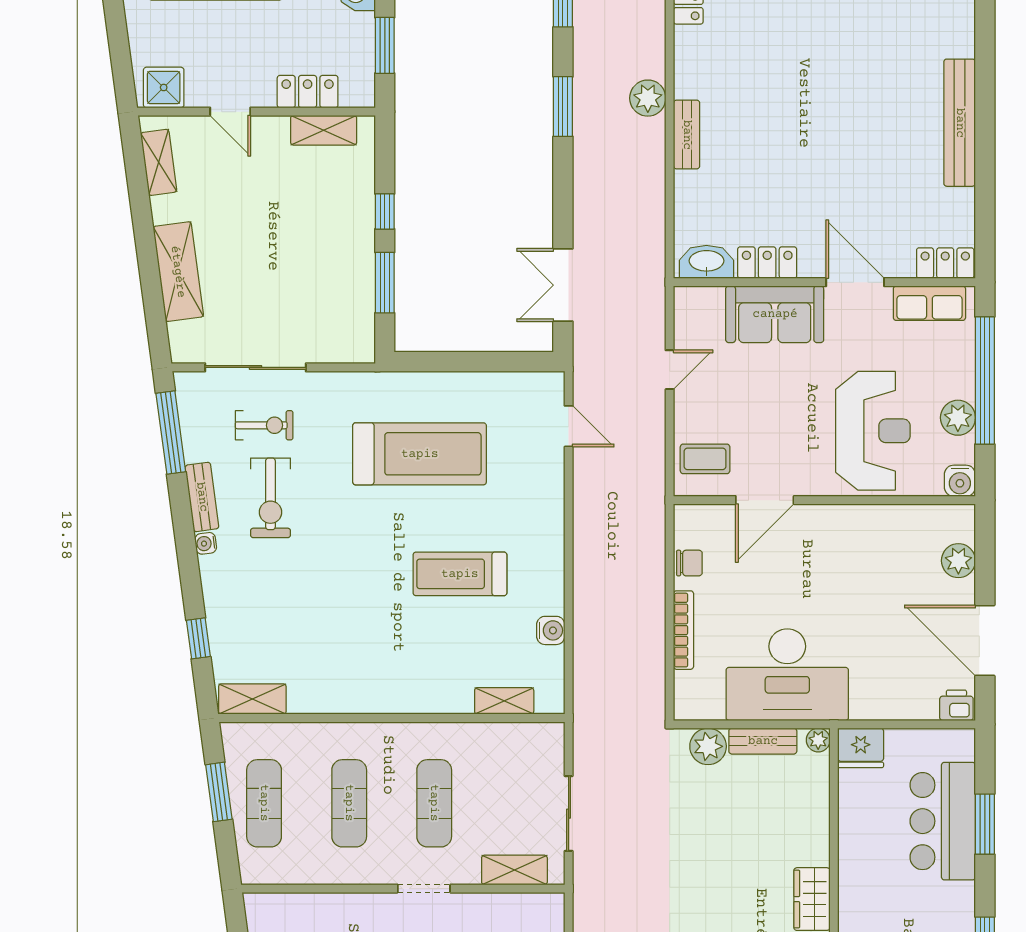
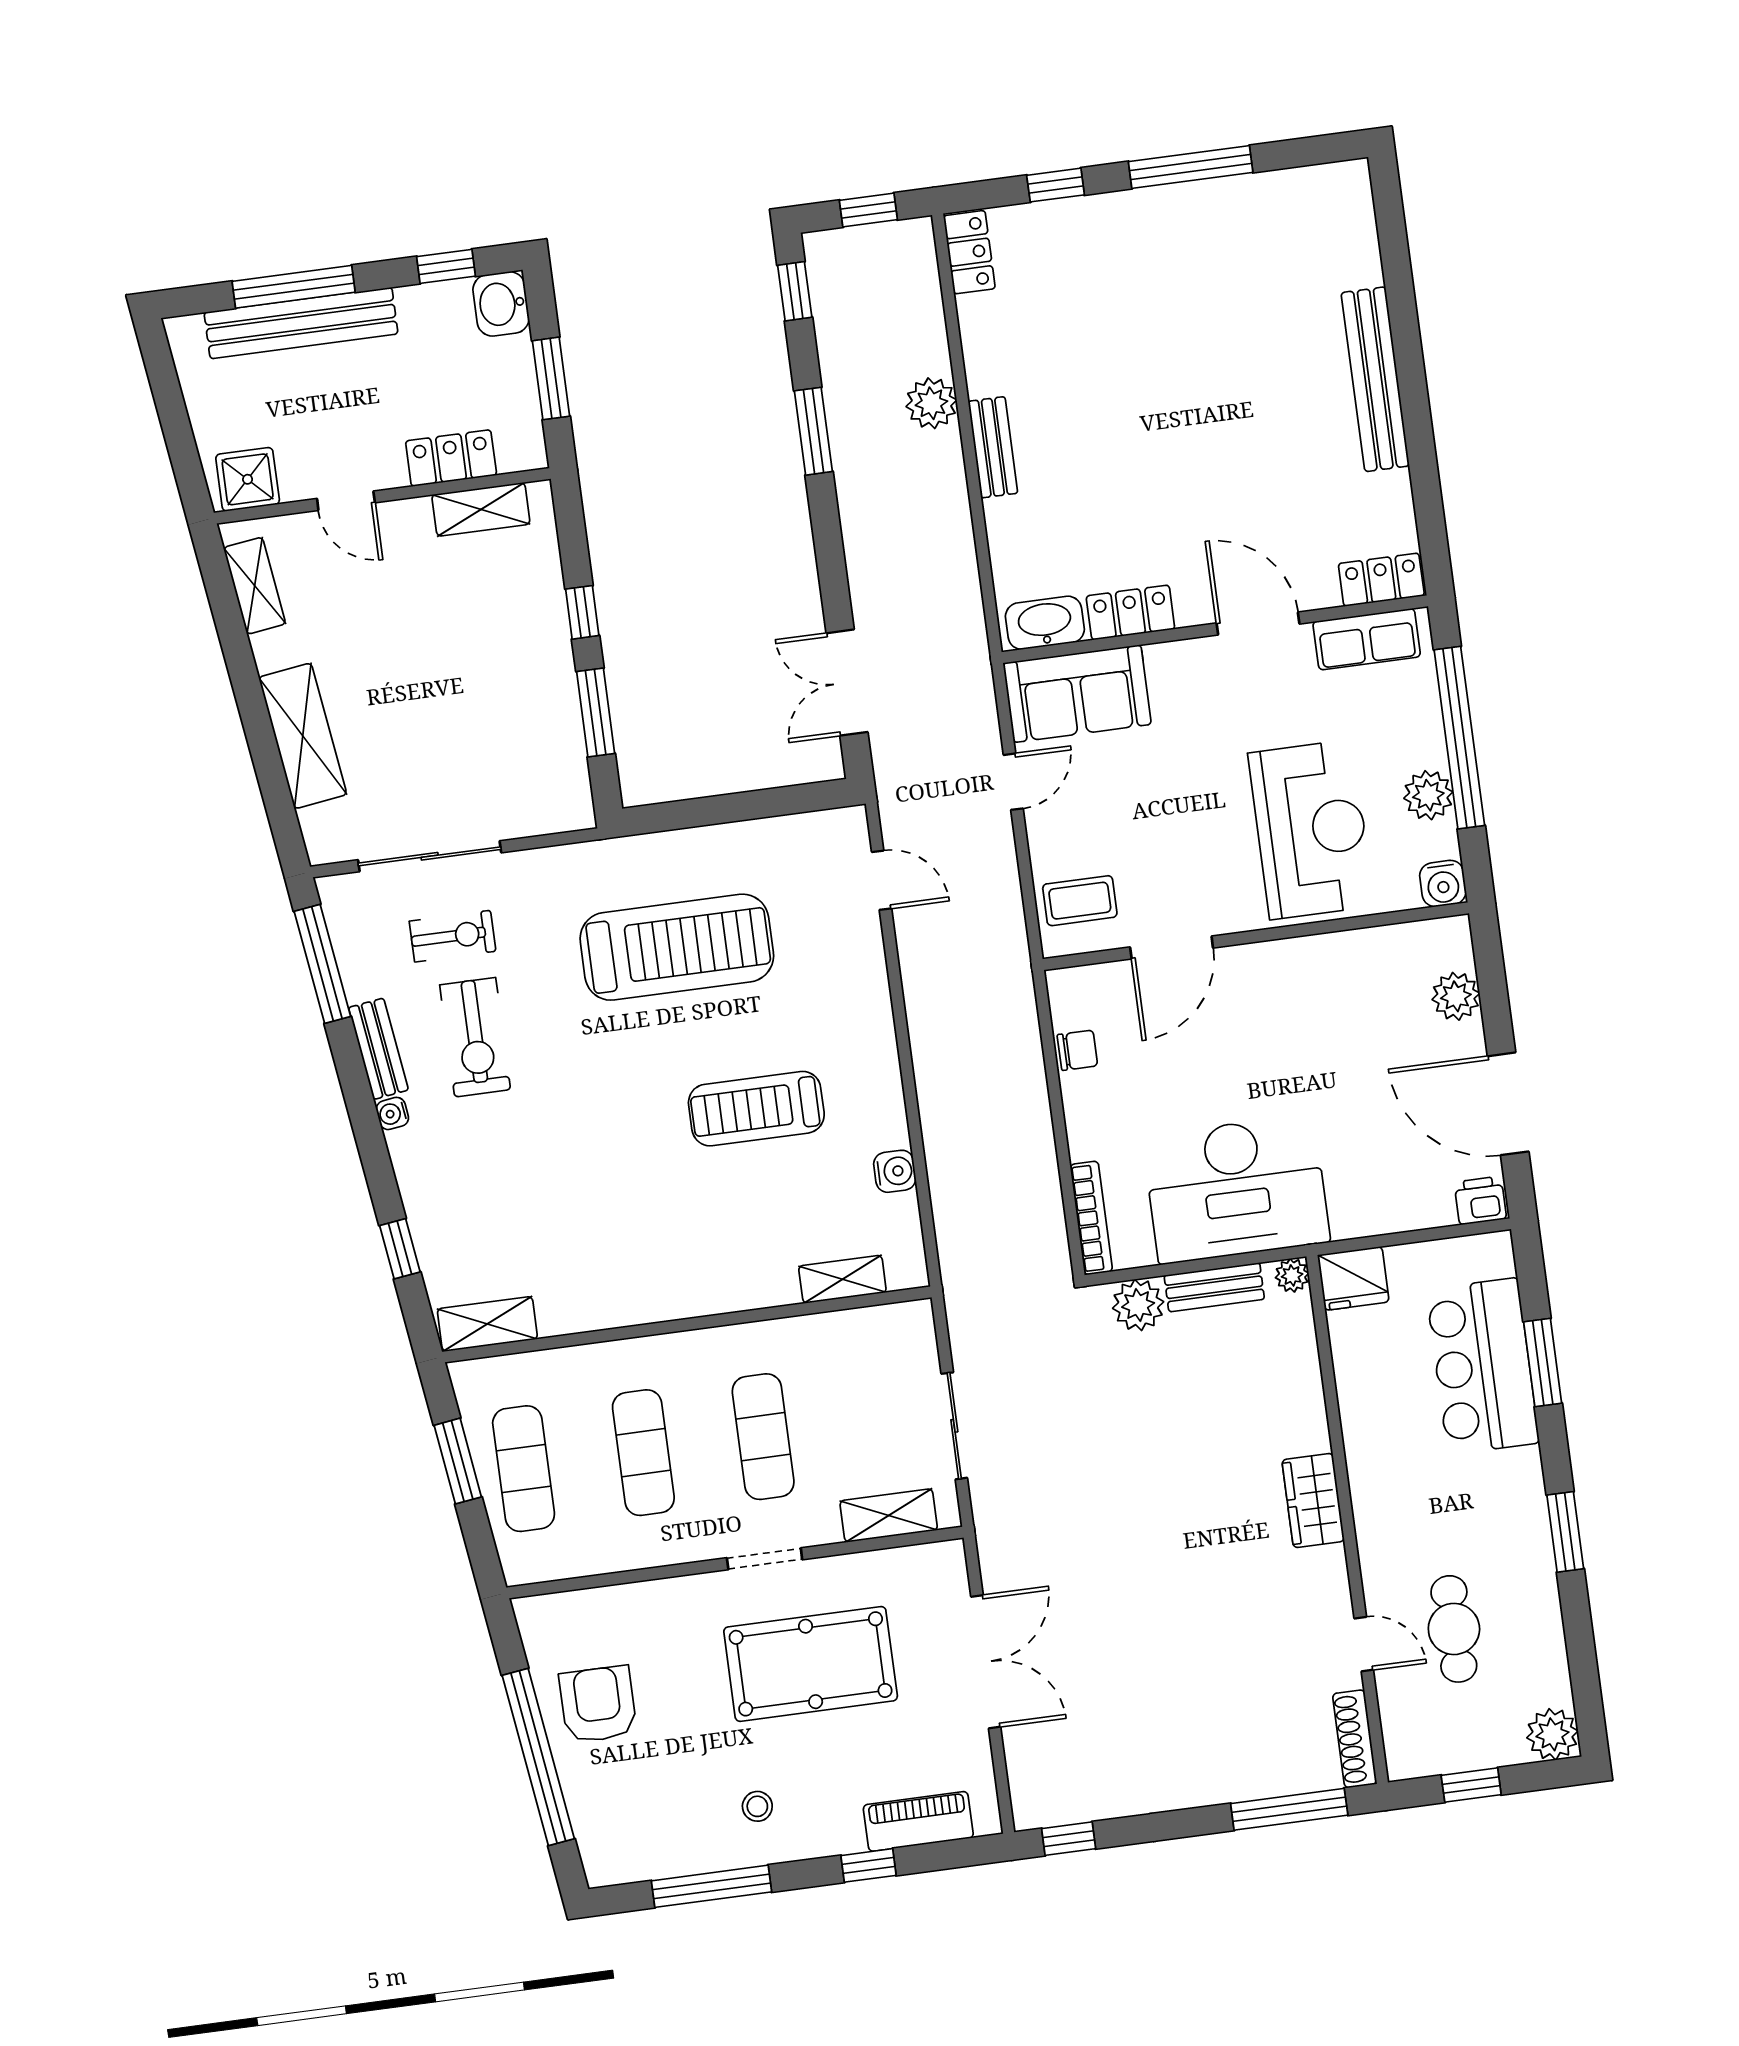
sofa: (775, 314) -> (1077, 694), moved
bookcase: (684, 630) -> (1091, 1218), moved

